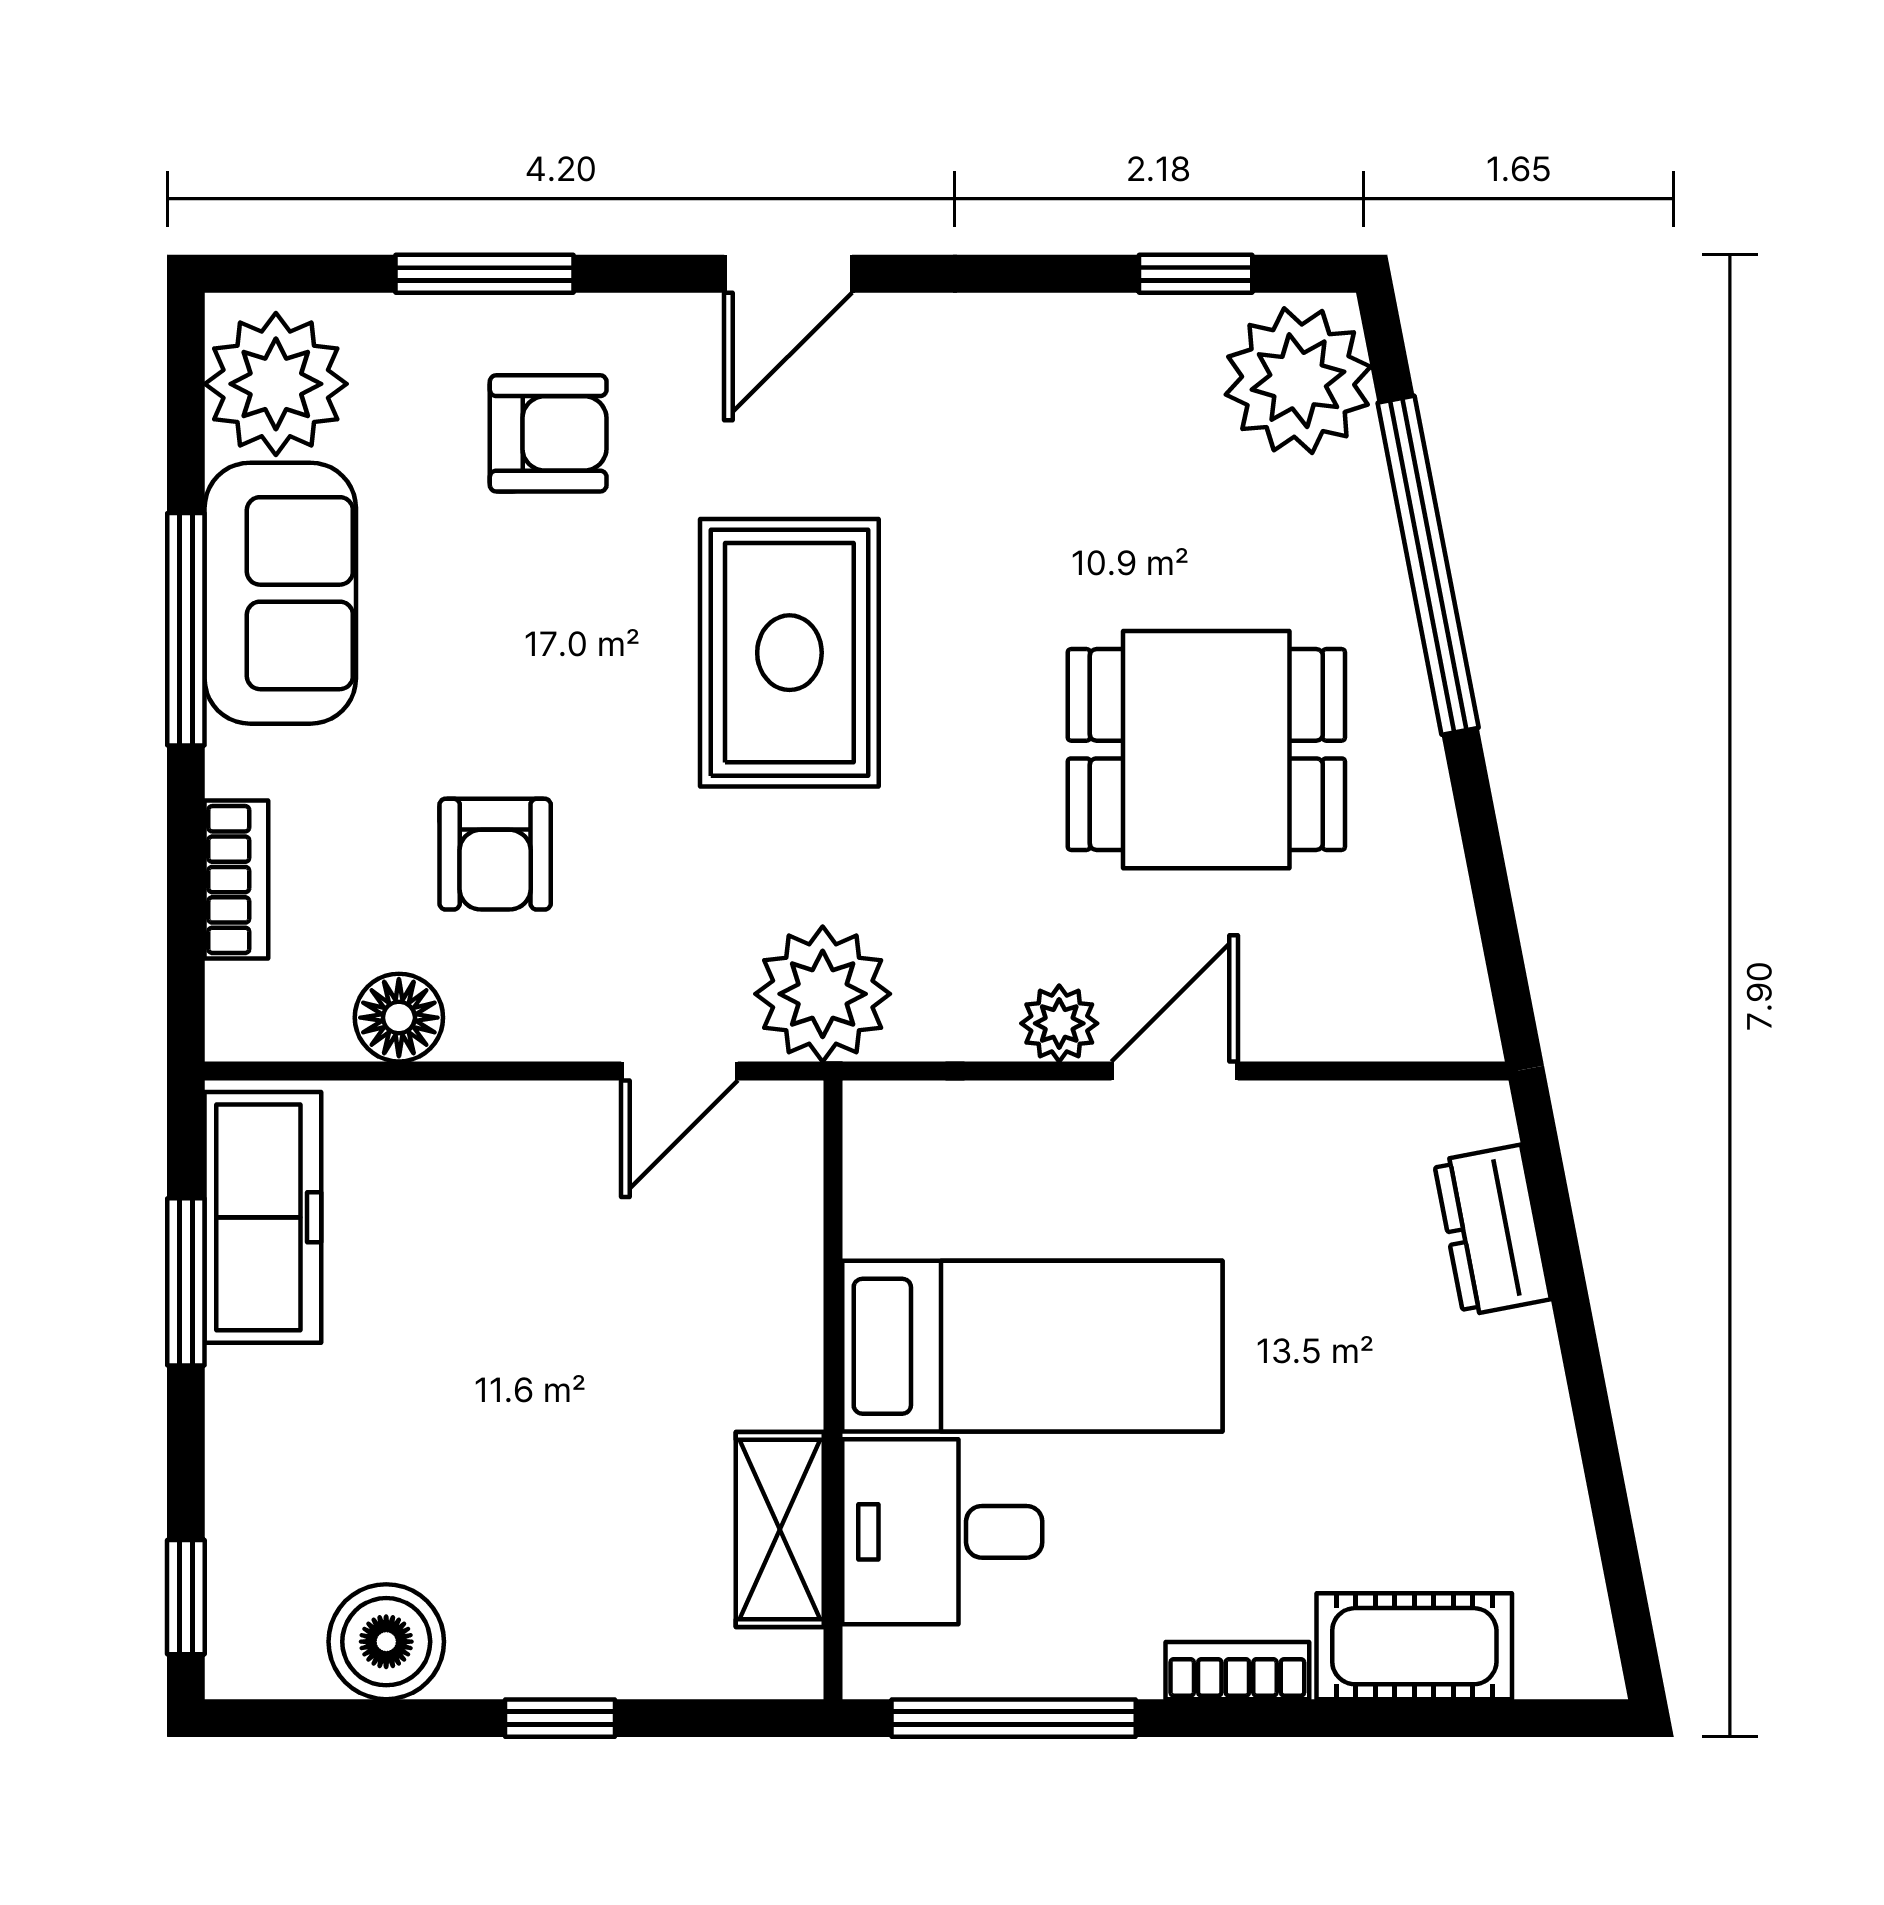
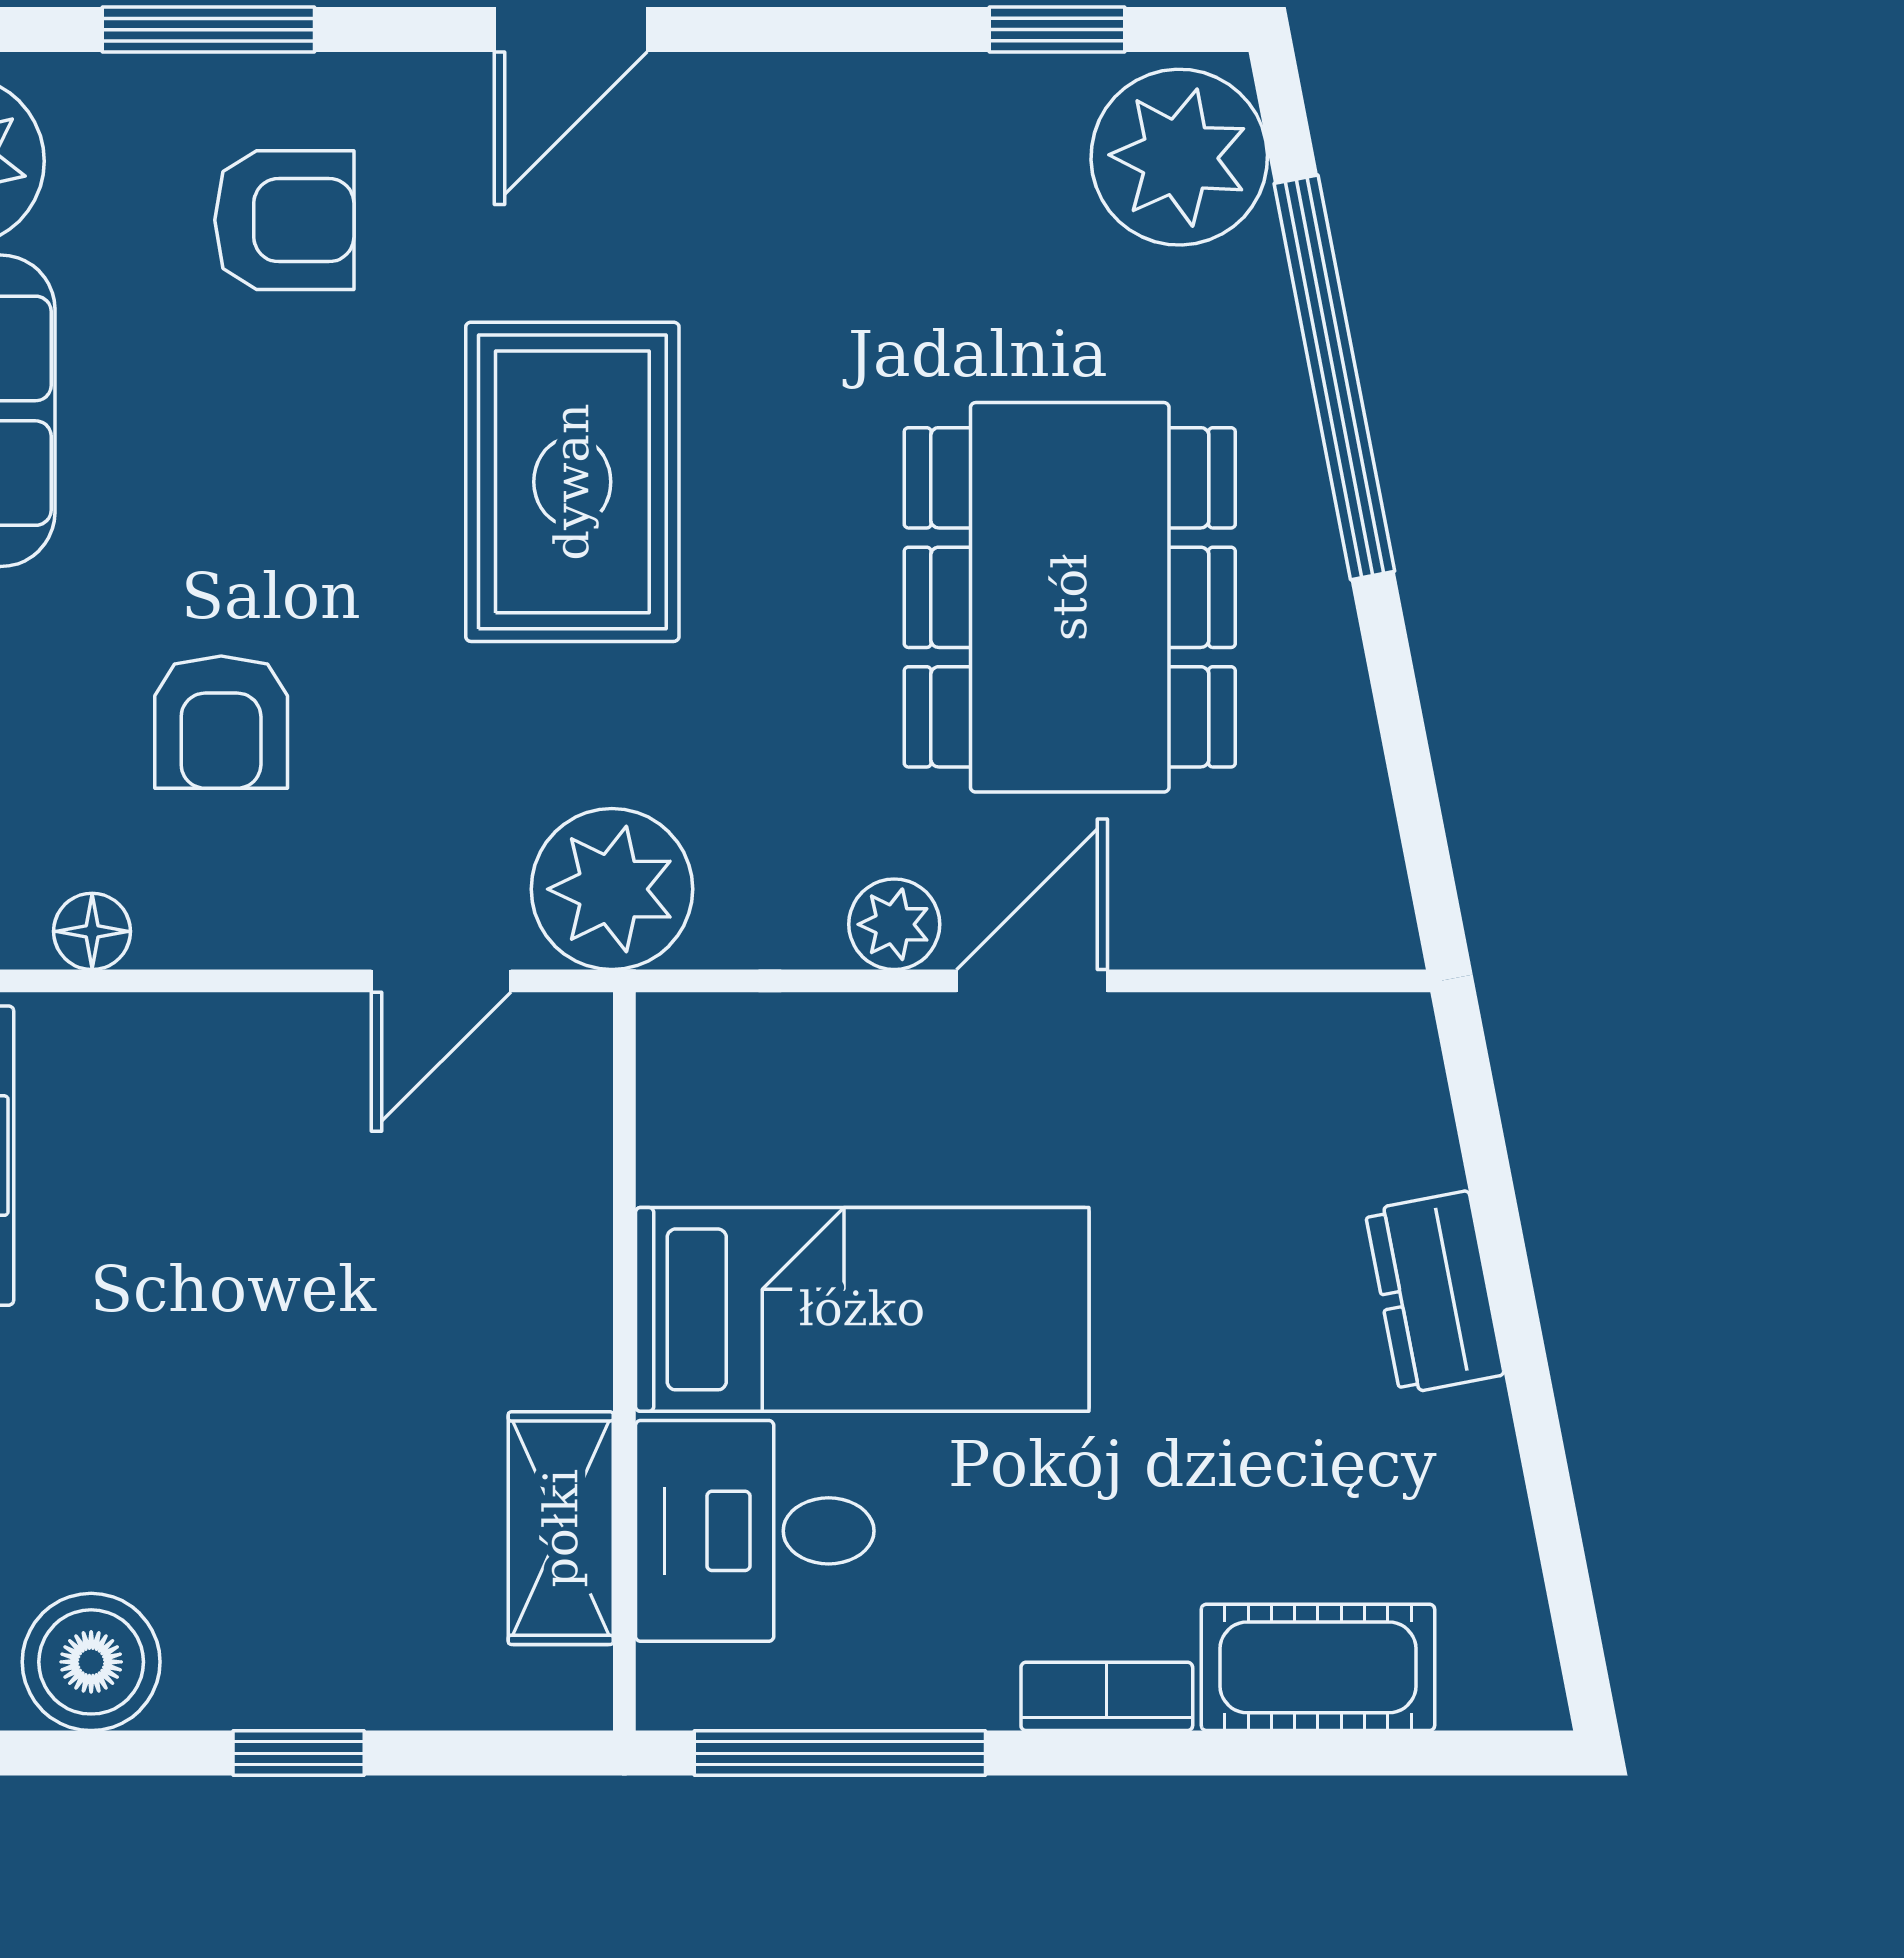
dining table: (1206, 750) -> (1070, 597), width x1.38
floor lamp: (399, 1018) -> (92, 931), width x0.73, depth x0.73
dresser: (1492, 1230) -> (1435, 1293), moved

